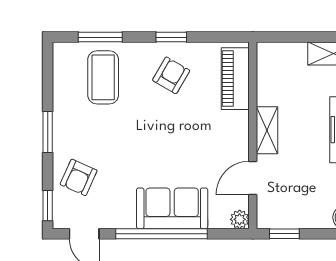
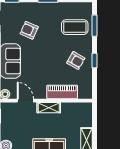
piano: (235, 79) -> (62, 92), moved
armchair: (79, 177) -> (29, 30), moved

